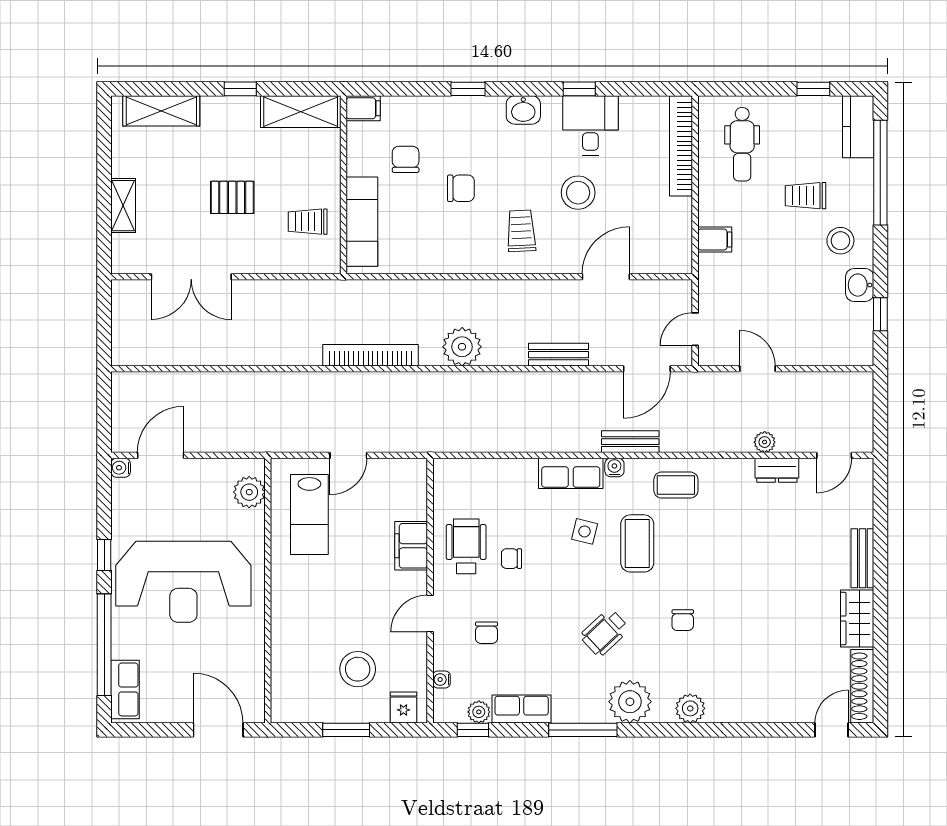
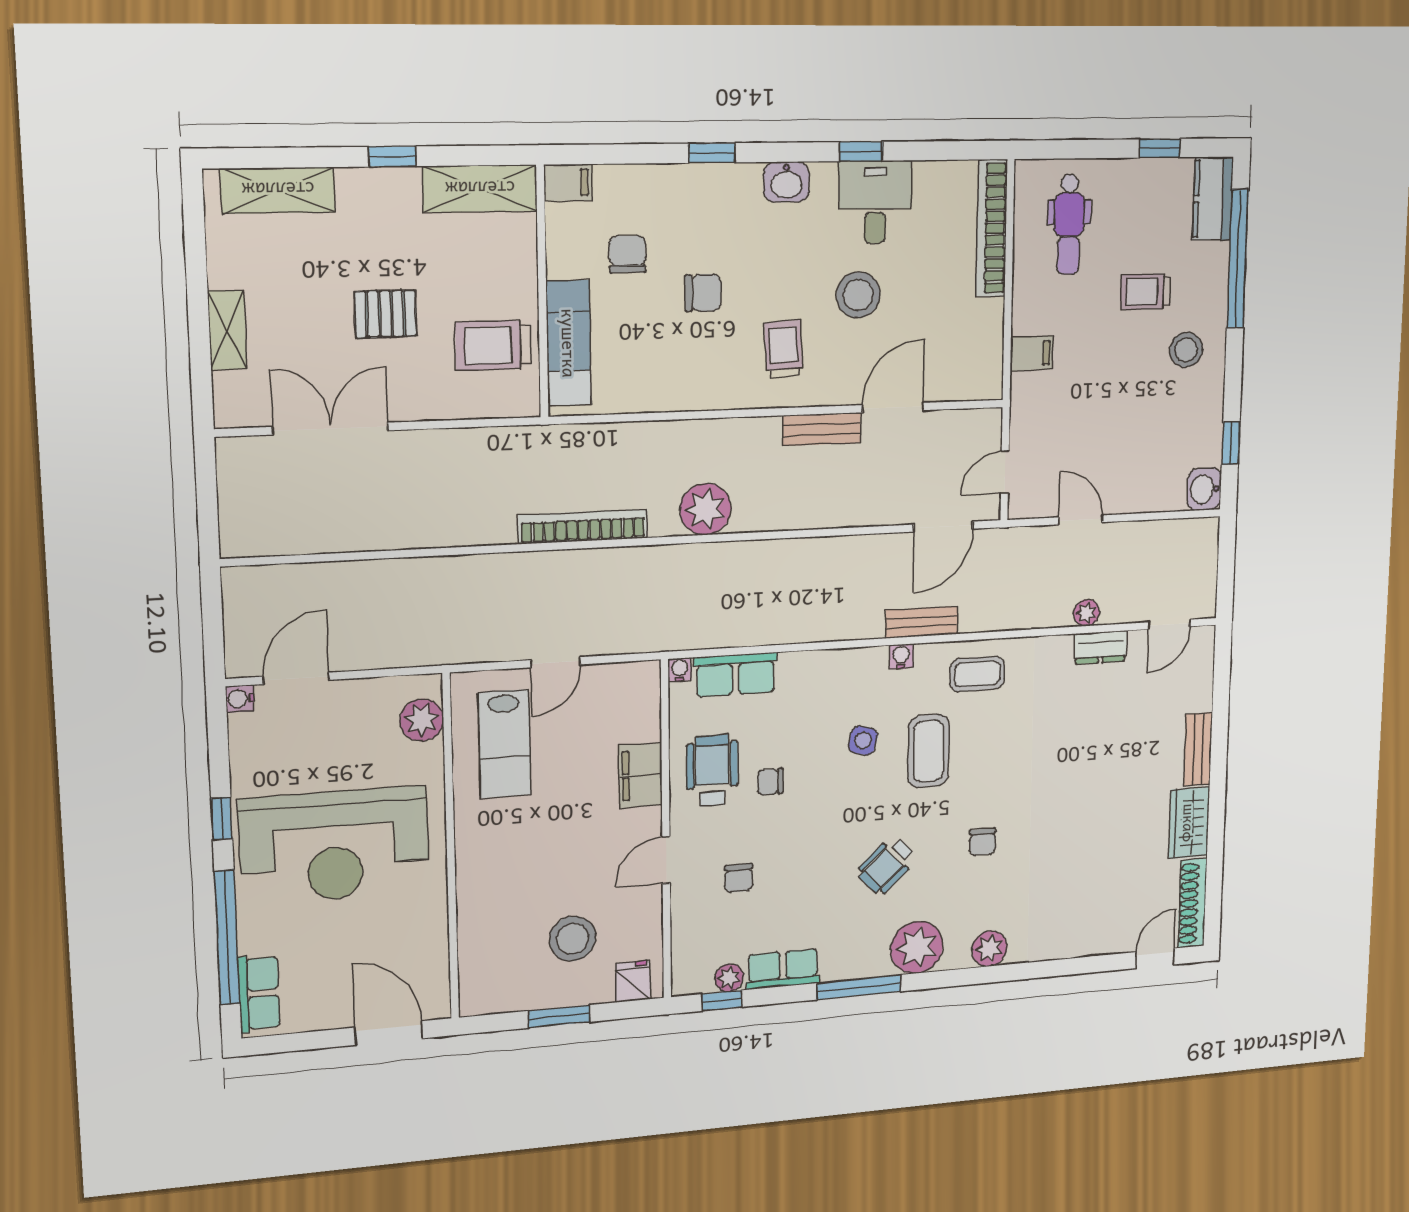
trolley: (308, 222) -> (493, 345), width x1.36, depth x1.39
double door: (191, 277) -> (330, 429), swing flipped
washbasin: (860, 285) -> (1204, 489), moved
bench: (558, 355) -> (822, 429), moved
row of seats: (571, 473) -> (736, 675), moved
water cooler: (442, 679) -> (680, 670), moved, turned 90

